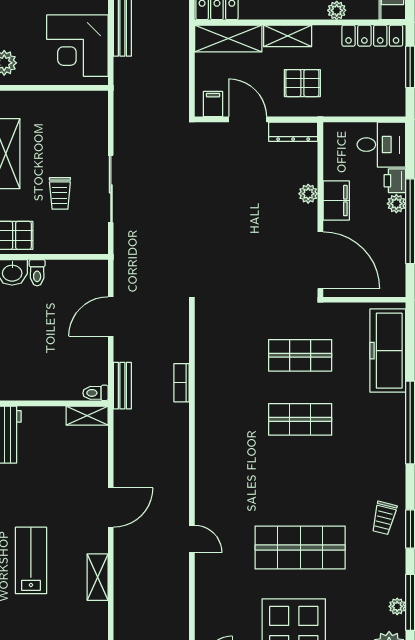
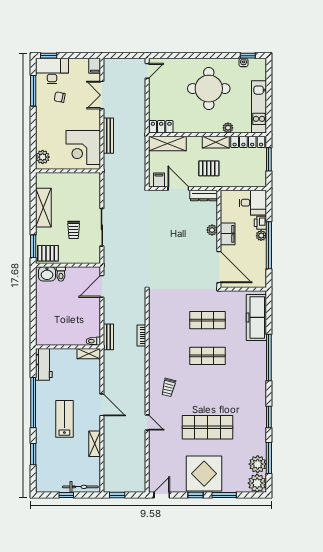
shelving: (288, 36) -> (216, 142), moved
door: (111, 316) -> (102, 286), moved
door: (111, 507) -> (102, 405), hinge flipped
trolley: (384, 518) -> (168, 387), moved
lab bench: (31, 560) -> (64, 419), moved
plant: (397, 606) -> (258, 464), width x1.87, depth x1.87

